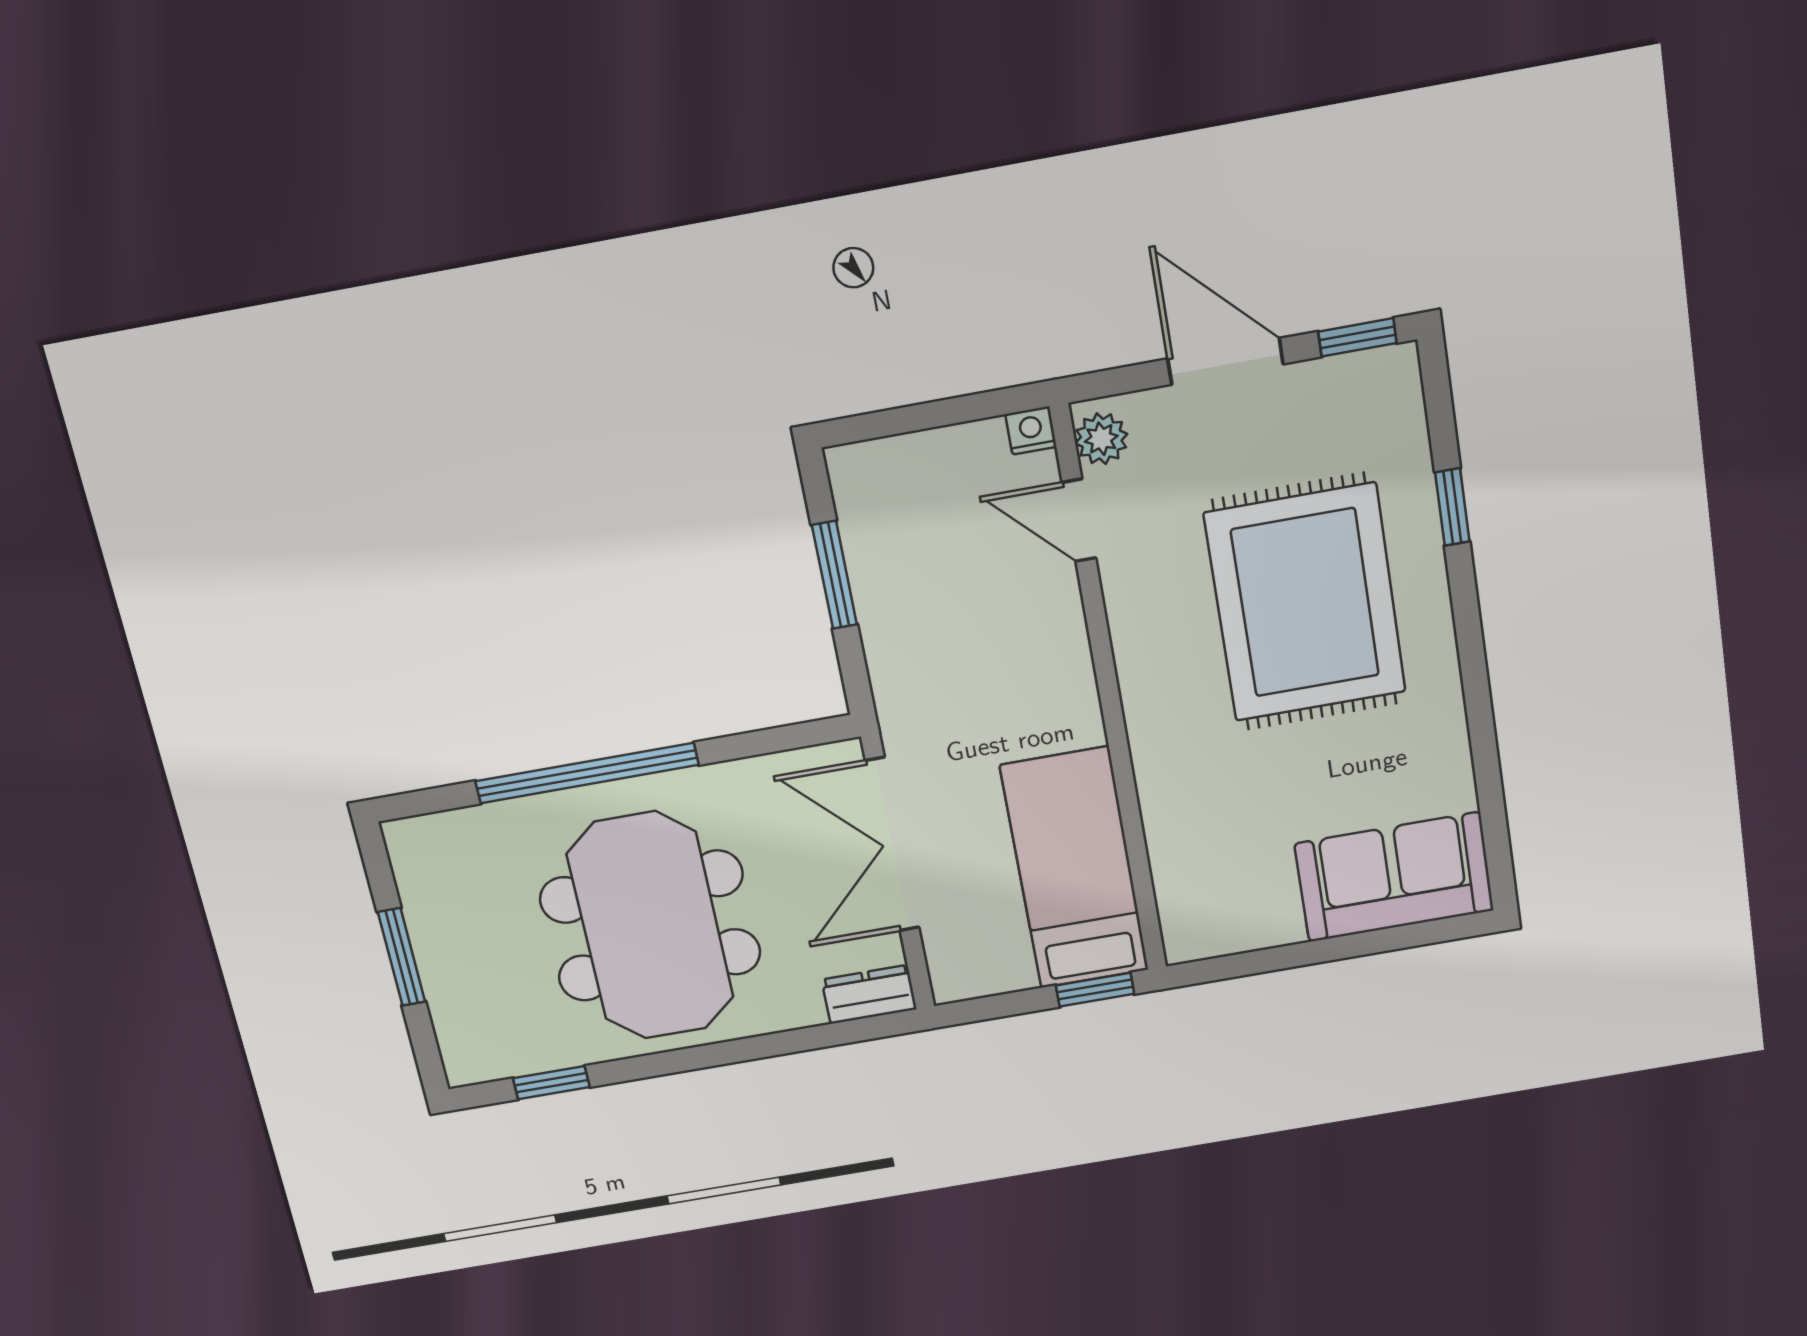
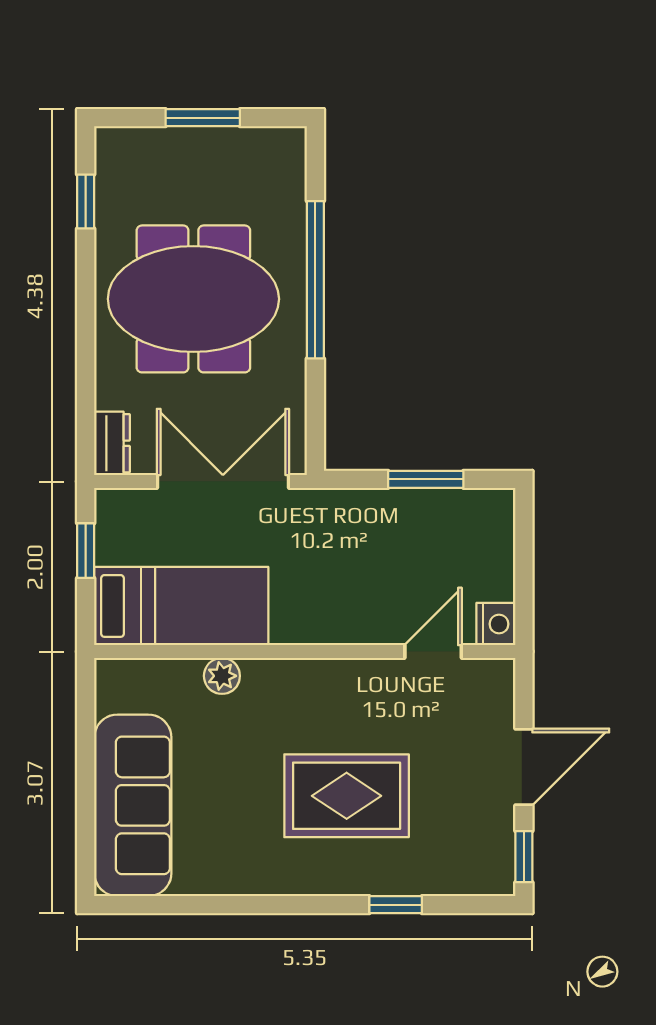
nightstand: (1031, 430) -> (496, 624), width x1.39, depth x1.35
plant: (1101, 439) -> (222, 676), moved
rug: (1305, 603) -> (347, 796), width x0.73, depth x0.69
sofa: (1394, 877) -> (133, 805), width x1.36
window: (1095, 990) -> (86, 551), moved

